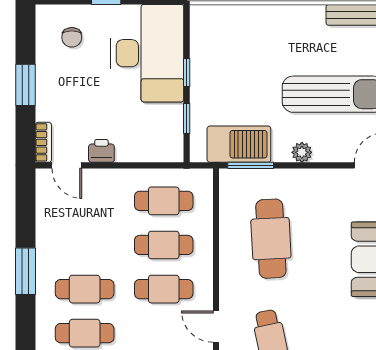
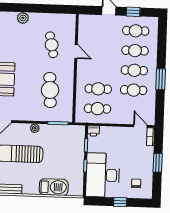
barbecue: (239, 144) -> (54, 187), moved, turned 180
printer: (101, 151) -> (93, 131), moved
cafe table: (164, 289) -> (134, 90), moved

